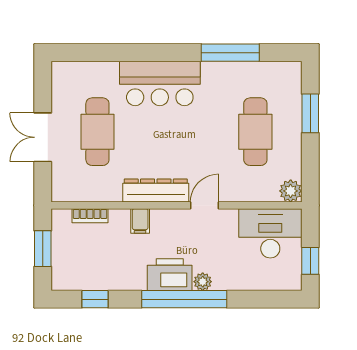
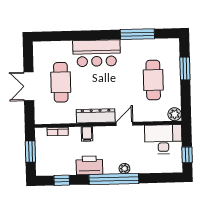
printer: (170, 275) -> (89, 165), moved

